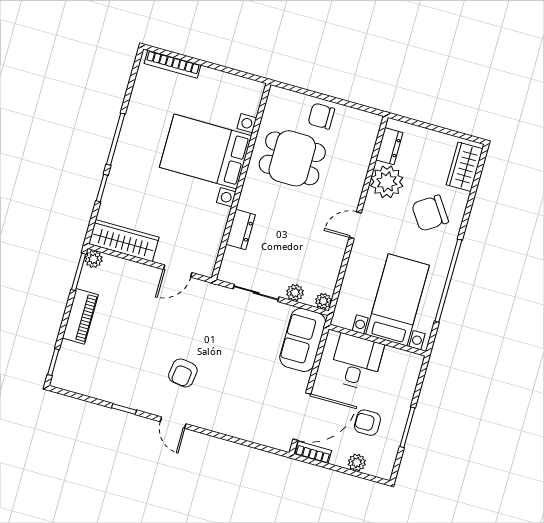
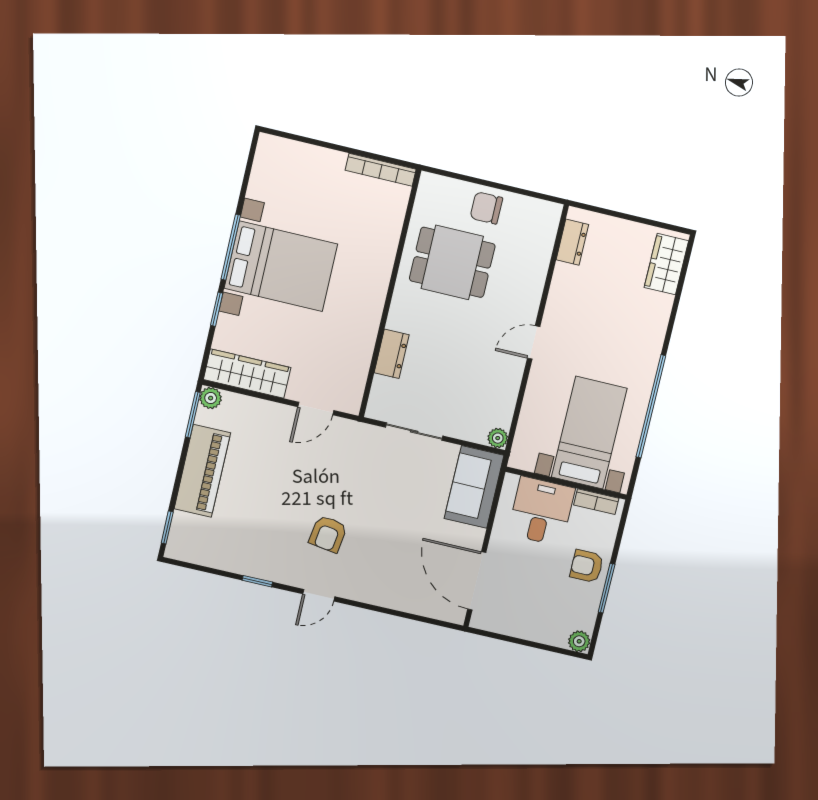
bookcase: (172, 64) -> (381, 170), moved
bed with nightstands: (206, 152) -> (281, 266), moved, turned 180
plant: (387, 182) -> (571, 287), removed
chair: (430, 213) -> (626, 324), removed
plant: (295, 293) -> (462, 429), removed
piano: (80, 316) -> (202, 471), width x1.37, depth x1.33
door: (302, 417) -> (477, 581), swing flipped
door: (173, 423) -> (319, 595), hinge flipped
armchair: (367, 423) -> (587, 566), moved
bookcase: (313, 452) -> (596, 502), moved, turned 180
plant: (357, 463) -> (579, 641), moved

